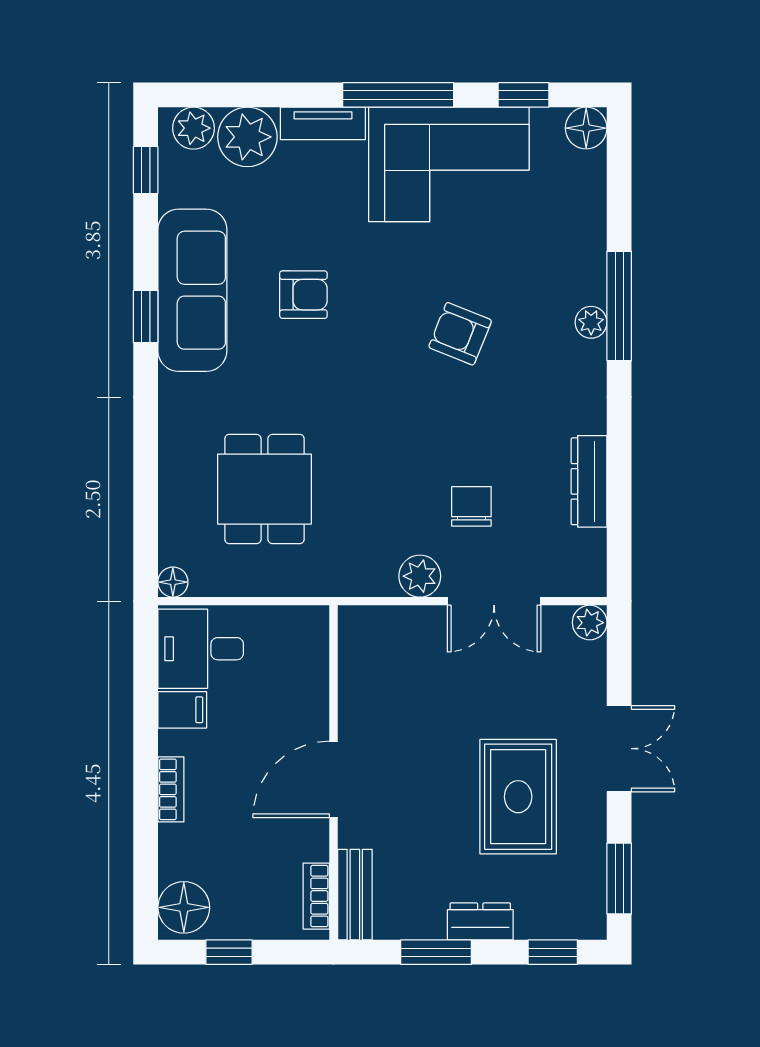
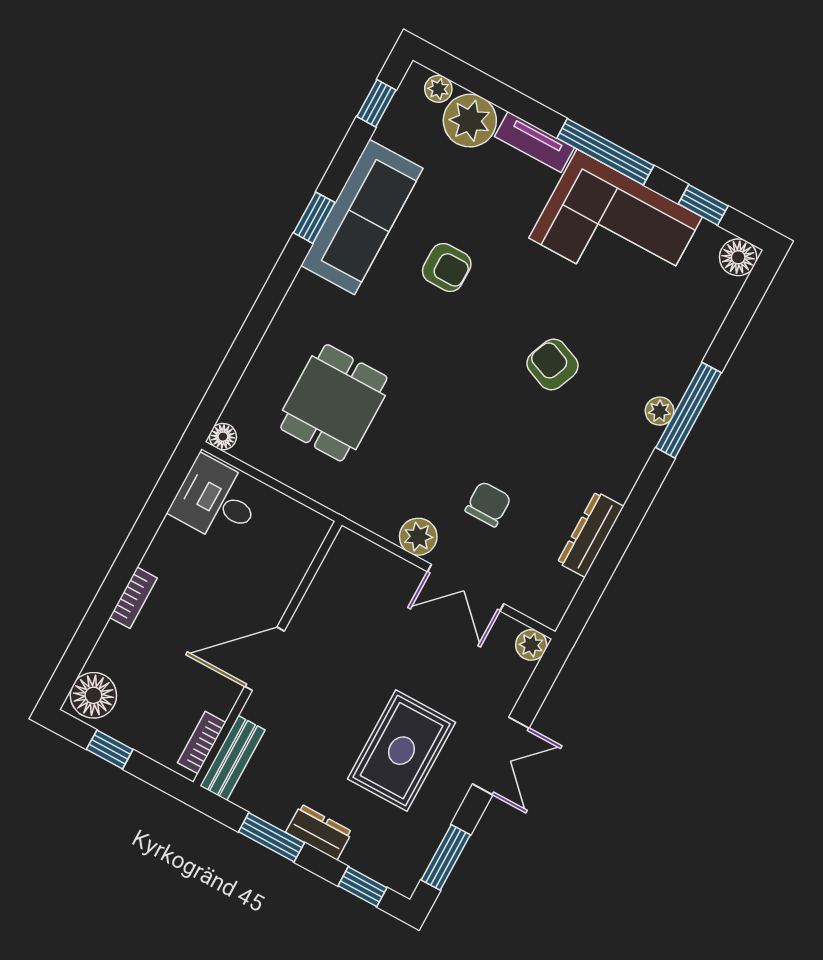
plant: (193, 128) -> (438, 89), width x0.73, depth x0.73
filing cabinet: (182, 710) -> (176, 540), removed

